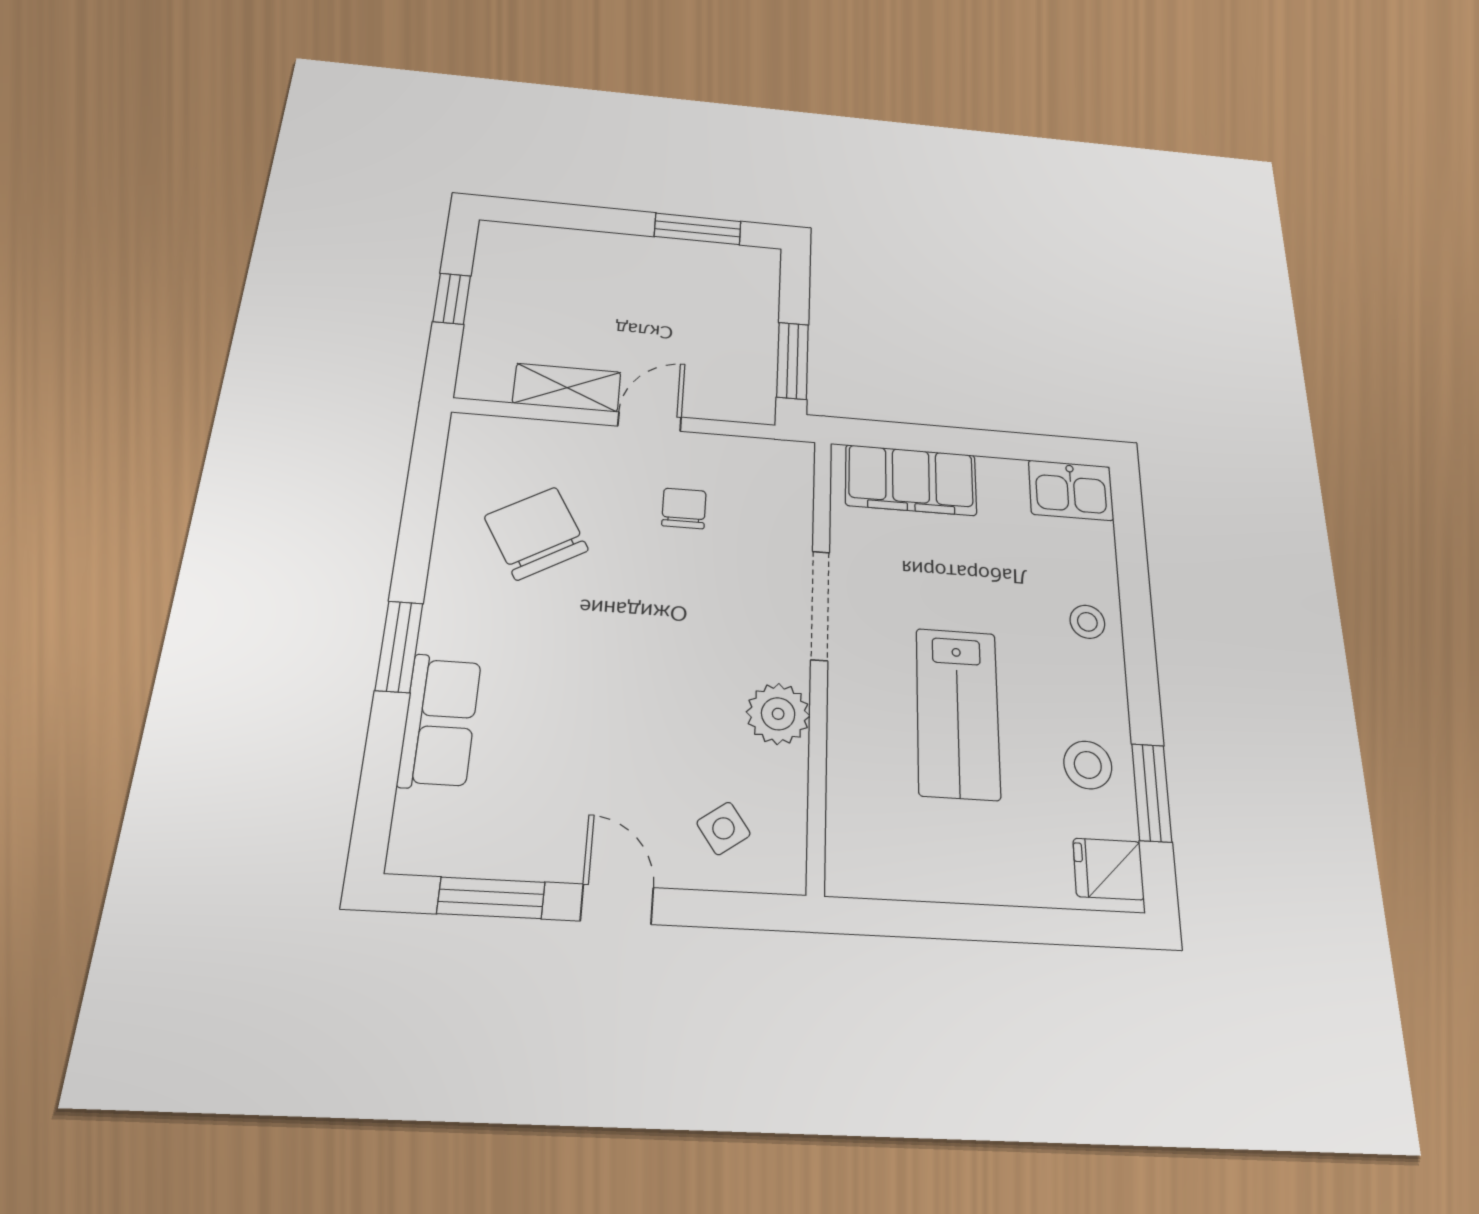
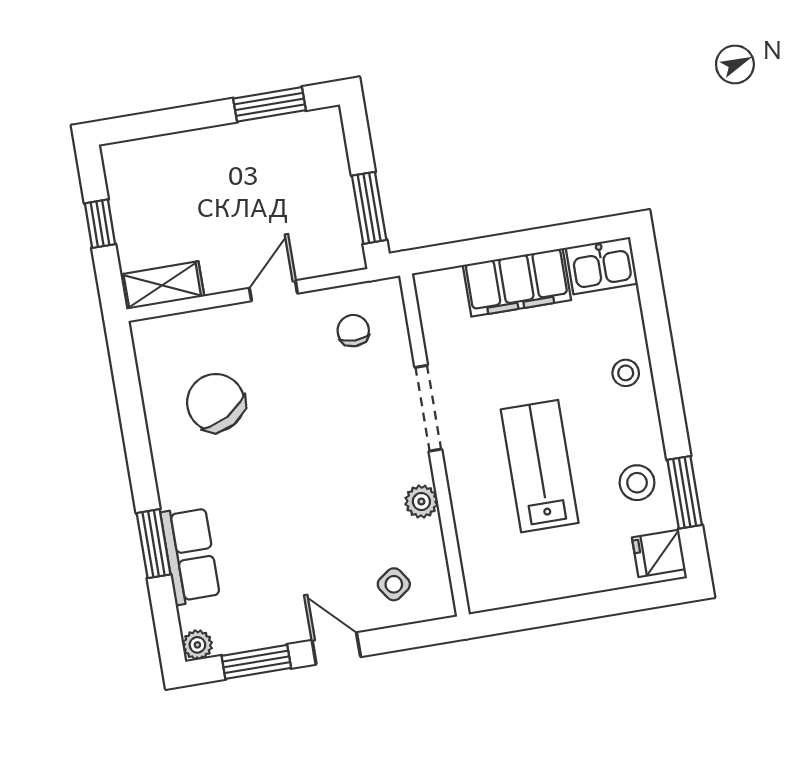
shelving: (567, 388) -> (162, 285), moved
filing cabinet: (911, 480) -> (517, 282), moved
chair: (684, 508) -> (353, 331), moved
window: (399, 647) -> (154, 544), moved
lab bench: (958, 713) -> (540, 466), turned 180
plant: (778, 714) -> (421, 502), width x0.73, depth x0.73
plant: (410, 852) -> (197, 645), added

